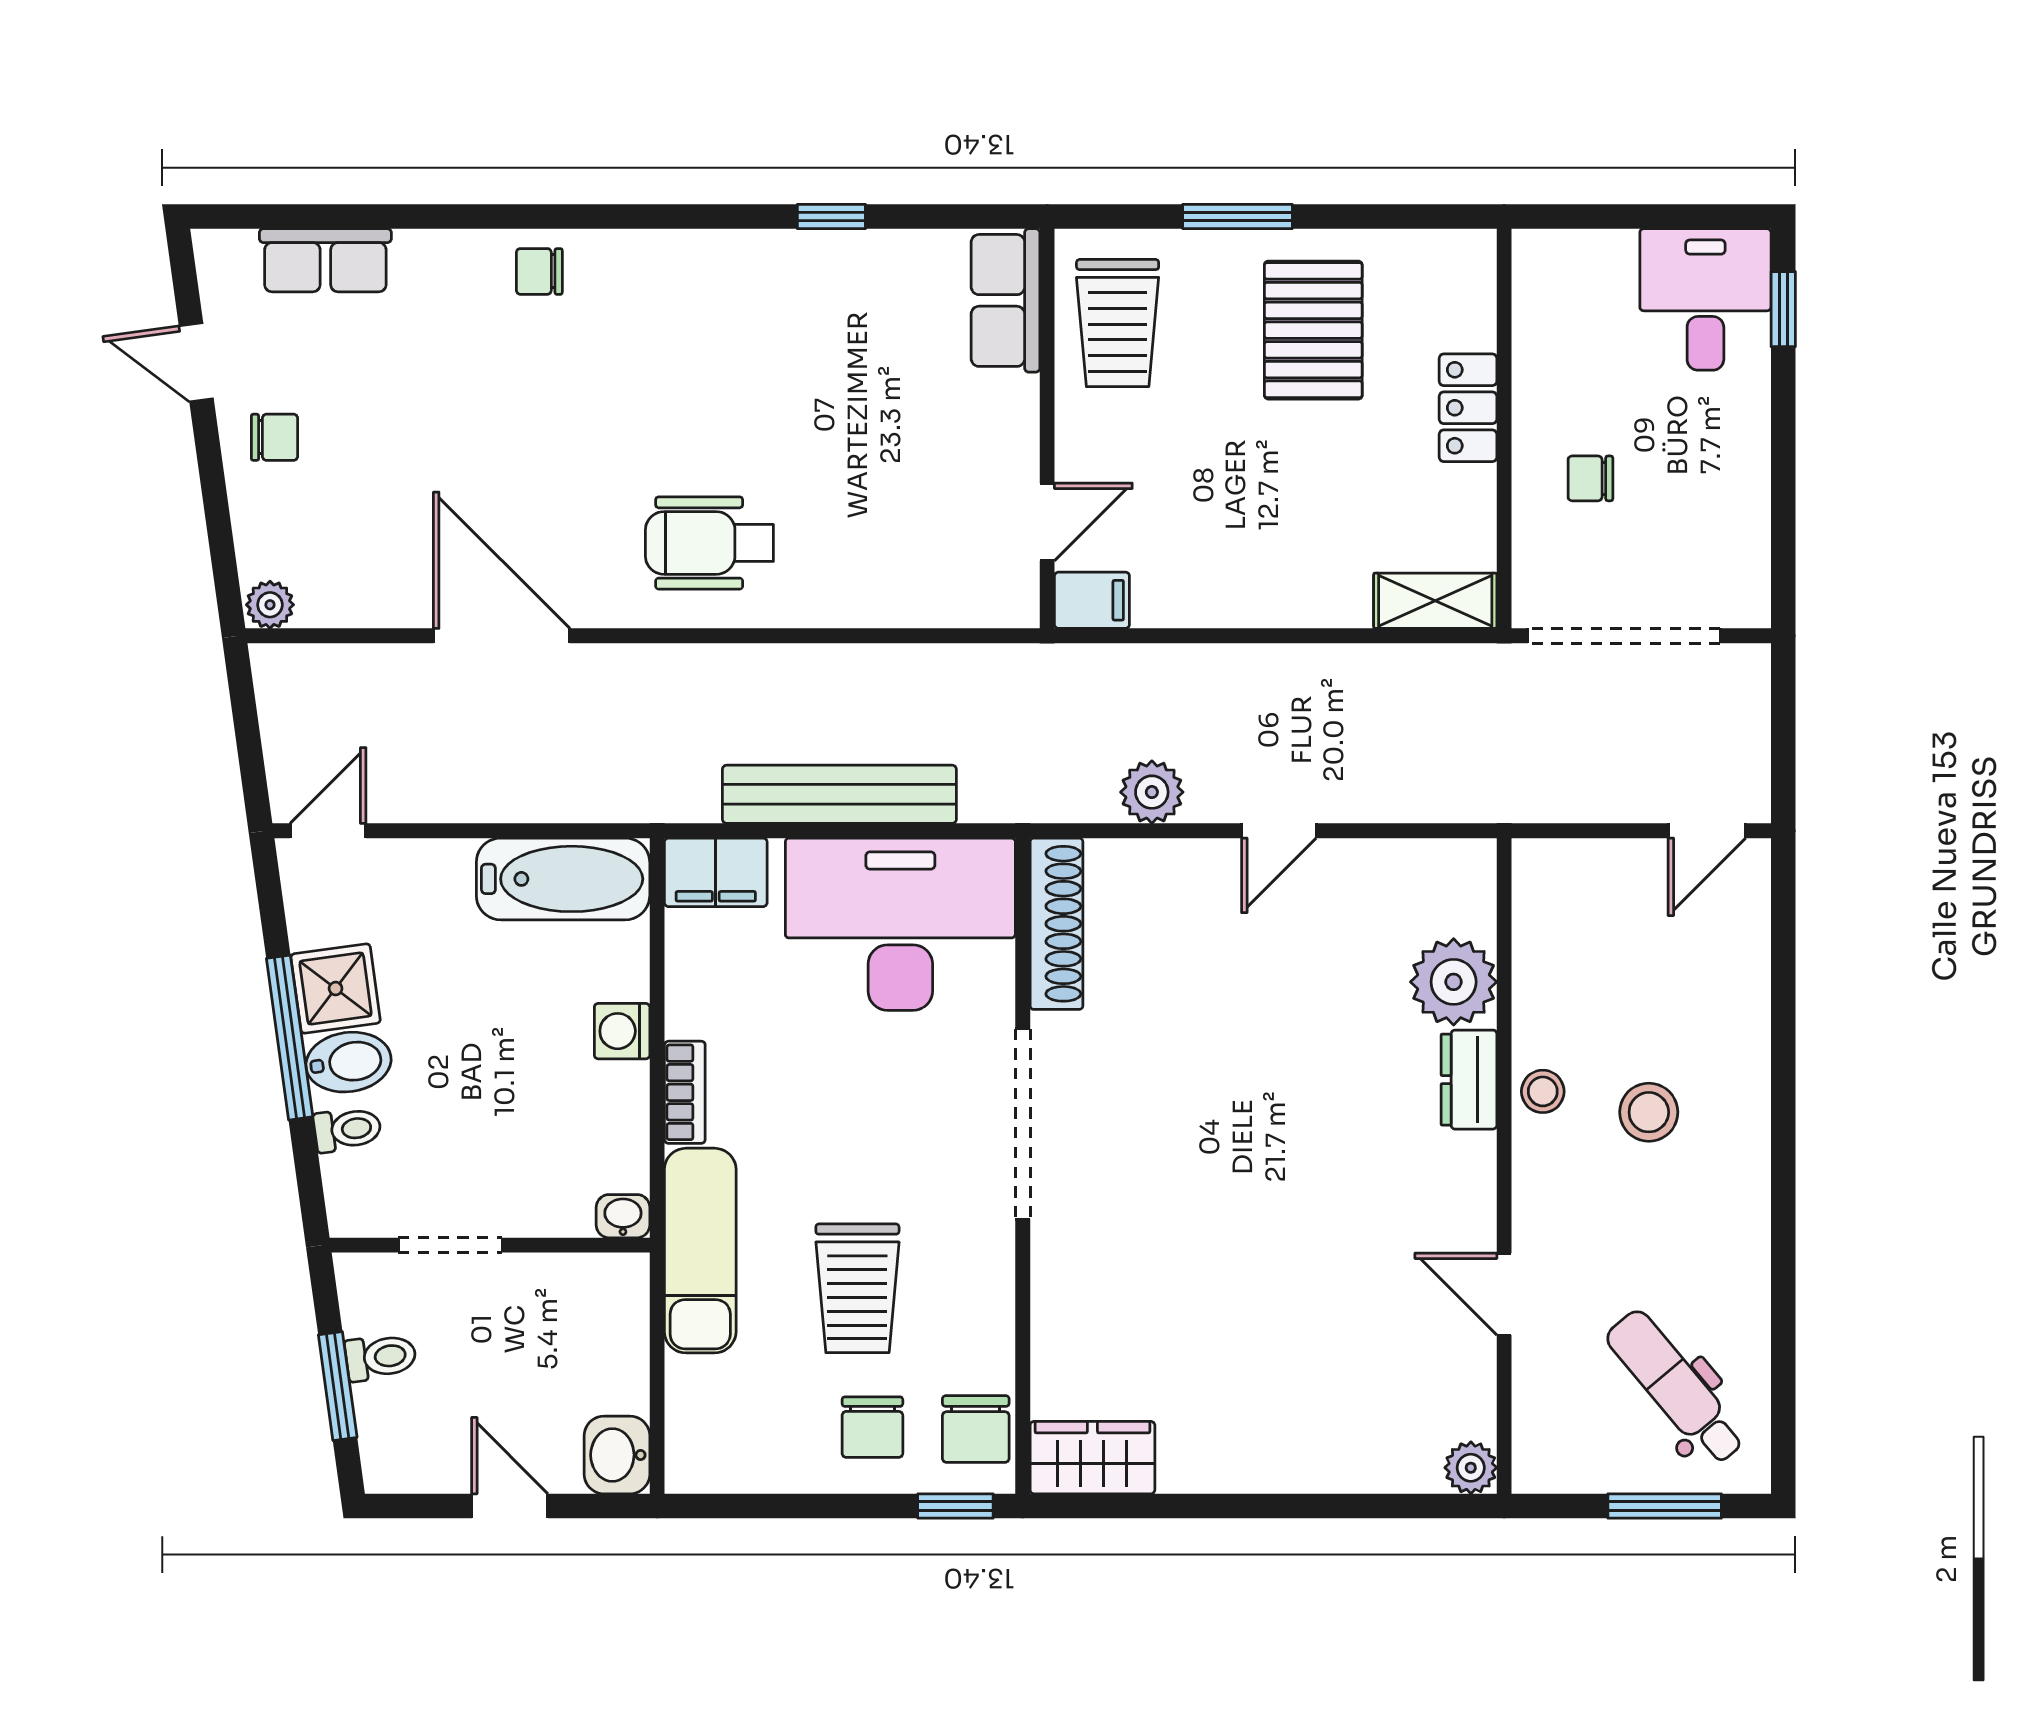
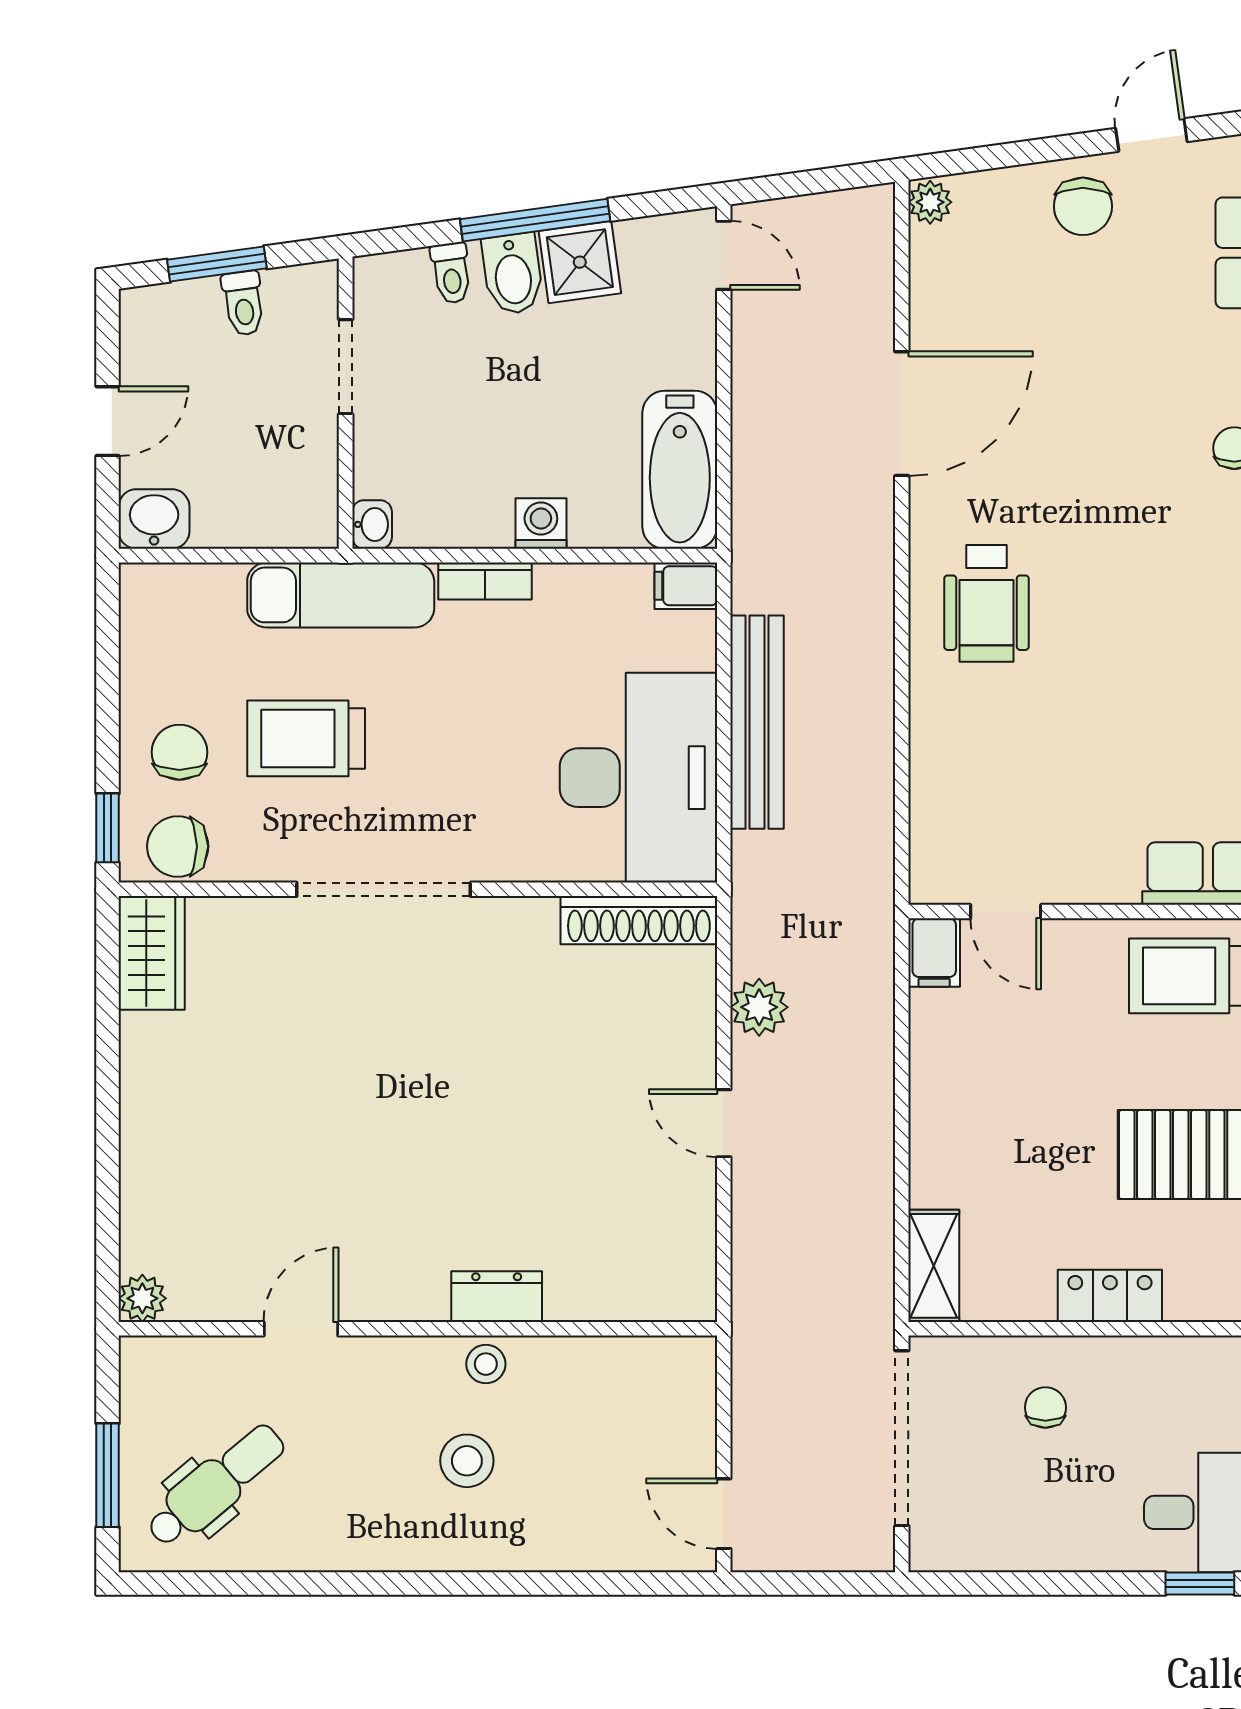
chair: (274, 437) -> (1083, 206), width x1.37, depth x1.37
wheelchair: (709, 543) -> (986, 603), turned 180
filing cabinet: (716, 872) -> (686, 586), width x0.50
plant: (1454, 982) -> (586, 1283), removed
doorway: (1023, 1124) -> (384, 889), moved
chair: (872, 1427) -> (179, 752), turned 90

